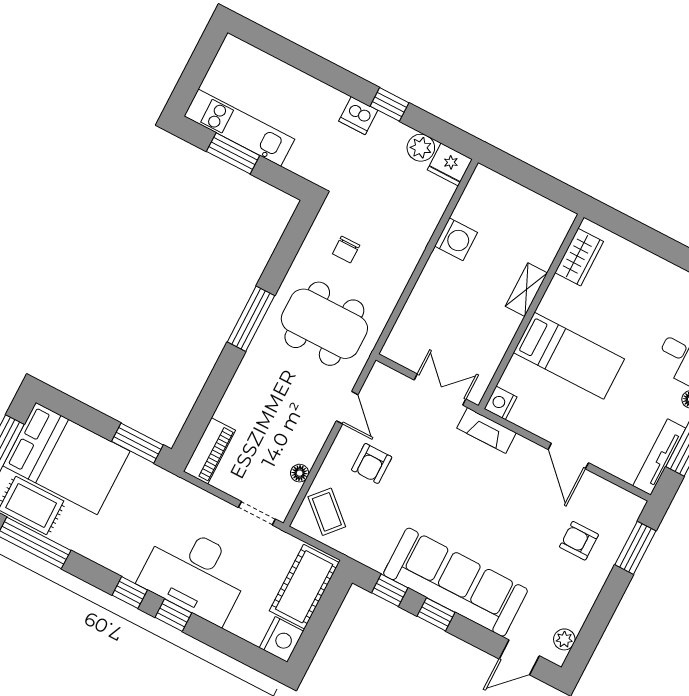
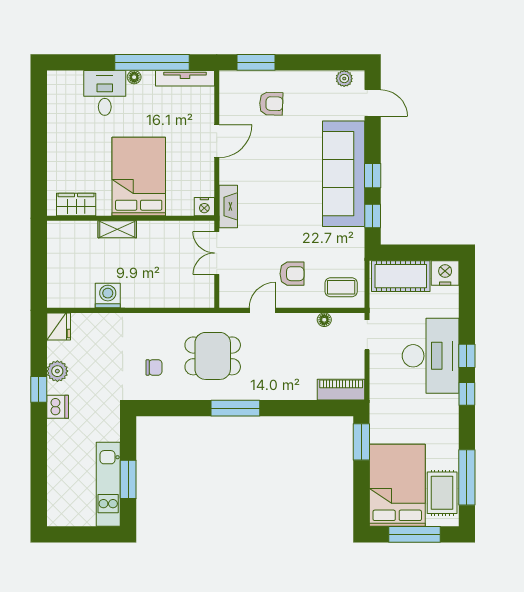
plant: (421, 148) -> (57, 371), moved
dining table: (324, 324) -> (213, 356), width x0.73
bed: (569, 356) -> (139, 176), width x1.50
coffee table: (327, 512) -> (341, 287), turned 48
armchair: (579, 541) -> (271, 104), turned -88

